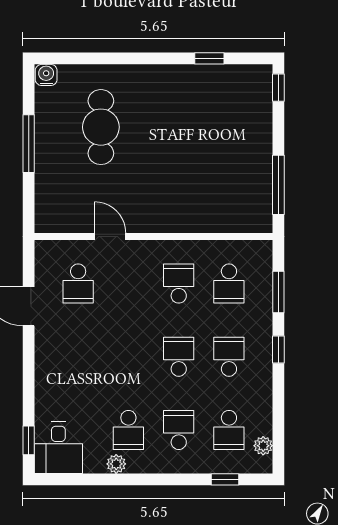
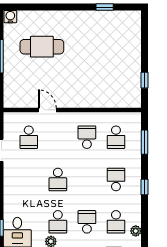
window: (278, 88) -> (145, 24), removed
cafe table: (101, 127) -> (42, 47), turned 90
window: (278, 185) -> (145, 80), width x0.46
window: (278, 350) -> (145, 187), moved
school desk: (179, 357) -> (58, 180), moved, turned 180

